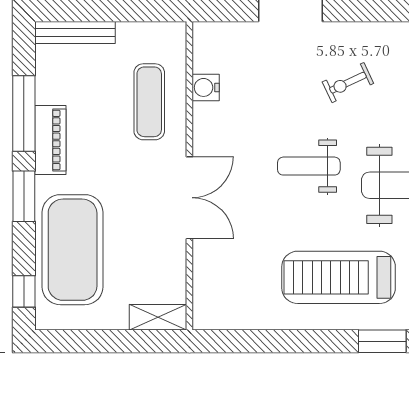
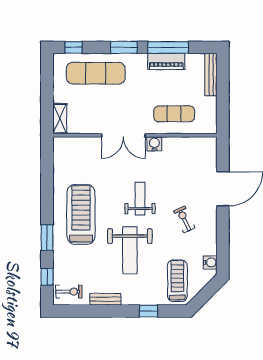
water cooler: (206, 87) -> (154, 144), moved
piano: (50, 140) -> (166, 61), moved
exercise mat: (73, 250) -> (96, 73), width x0.68

